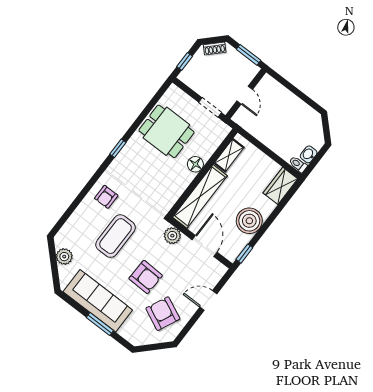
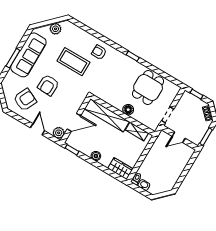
boiler: (249, 221) -> (96, 156), width x0.54, depth x0.54
plant: (172, 236) -> (59, 133), moved

